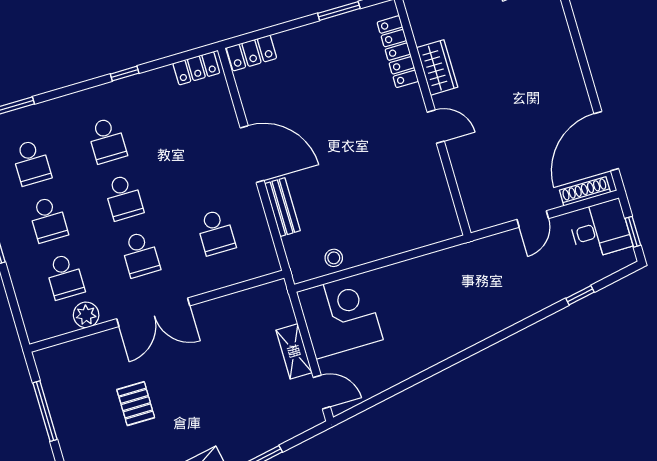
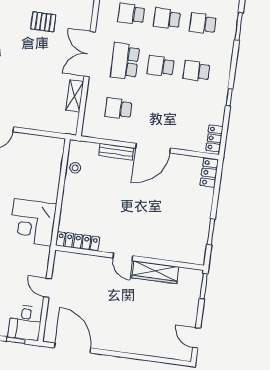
locker: (398, 52) -> (78, 241), moved
wardrobe: (437, 67) -> (155, 272), width x1.50
door: (436, 127) -> (123, 257), hinge flipped
shoe rack: (585, 191) -> (50, 324), removed
school desk: (140, 254) -> (125, 61), width x1.85
plant: (86, 315) -> (105, 16), removed
corner desk: (340, 316) -> (33, 222), moved, turned 90
shelving: (294, 351) -> (75, 96), moved, turned 90

